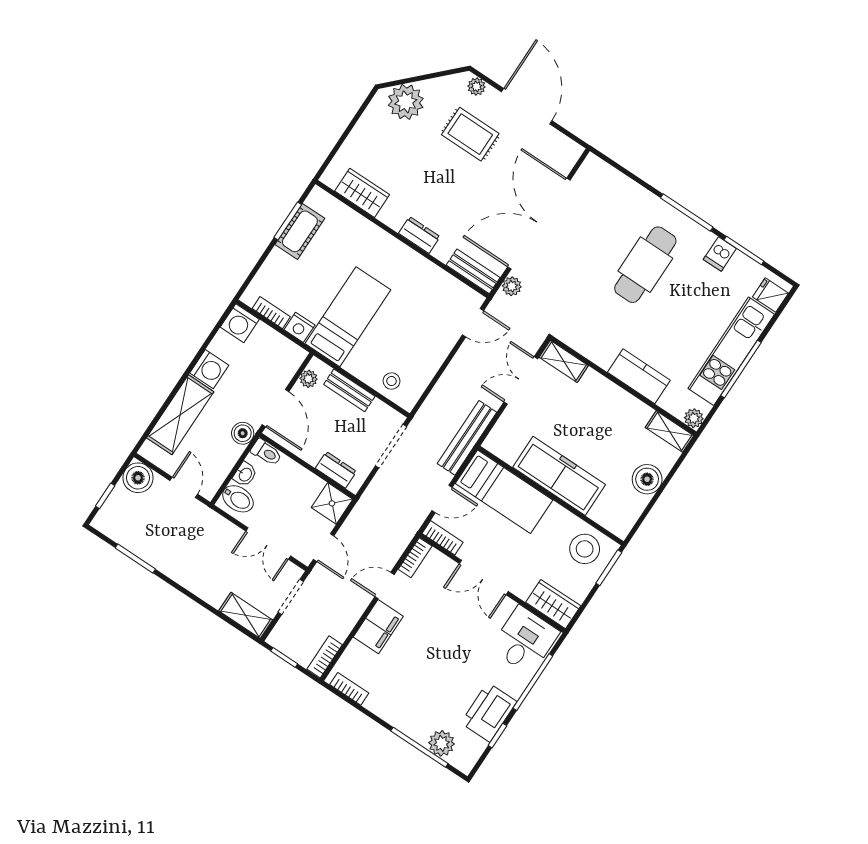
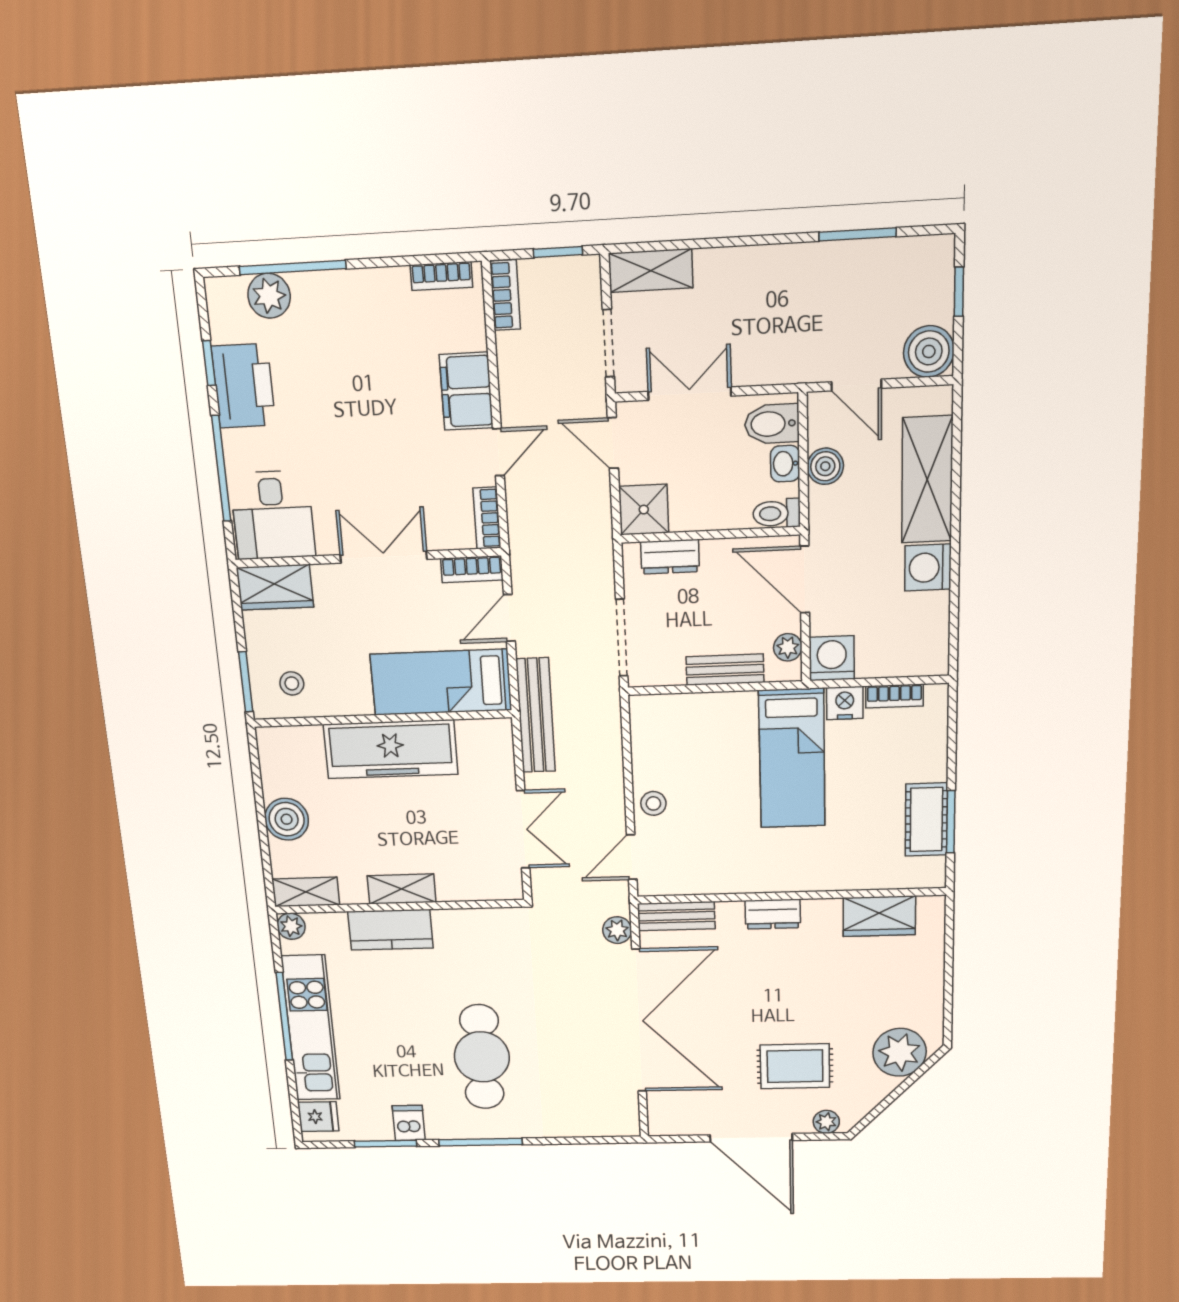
washing machine: (240, 323) -> (832, 658), moved
shelving: (564, 361) -> (402, 889), moved
stool: (392, 381) -> (653, 803), moved
boiler: (243, 433) -> (825, 466), moved
stool: (585, 549) -> (292, 683), width x0.53, depth x0.53

